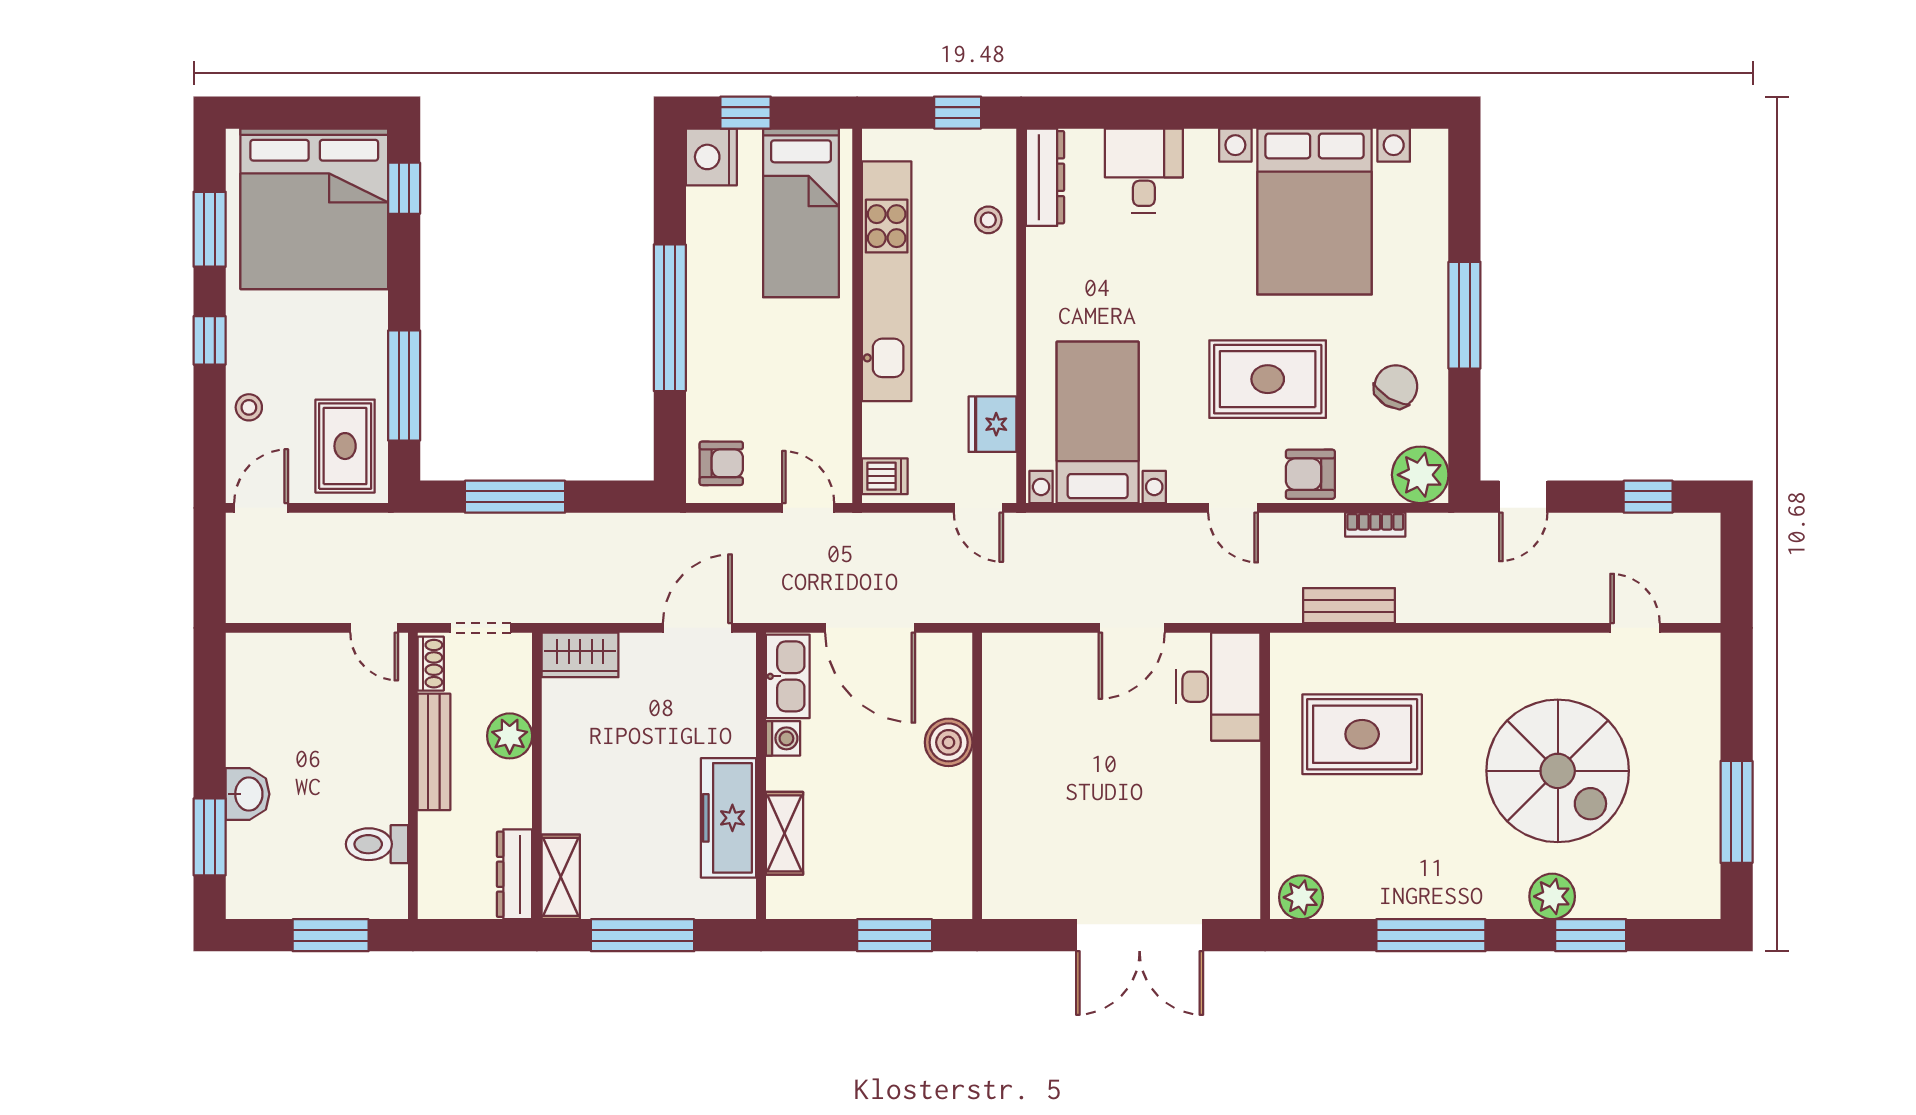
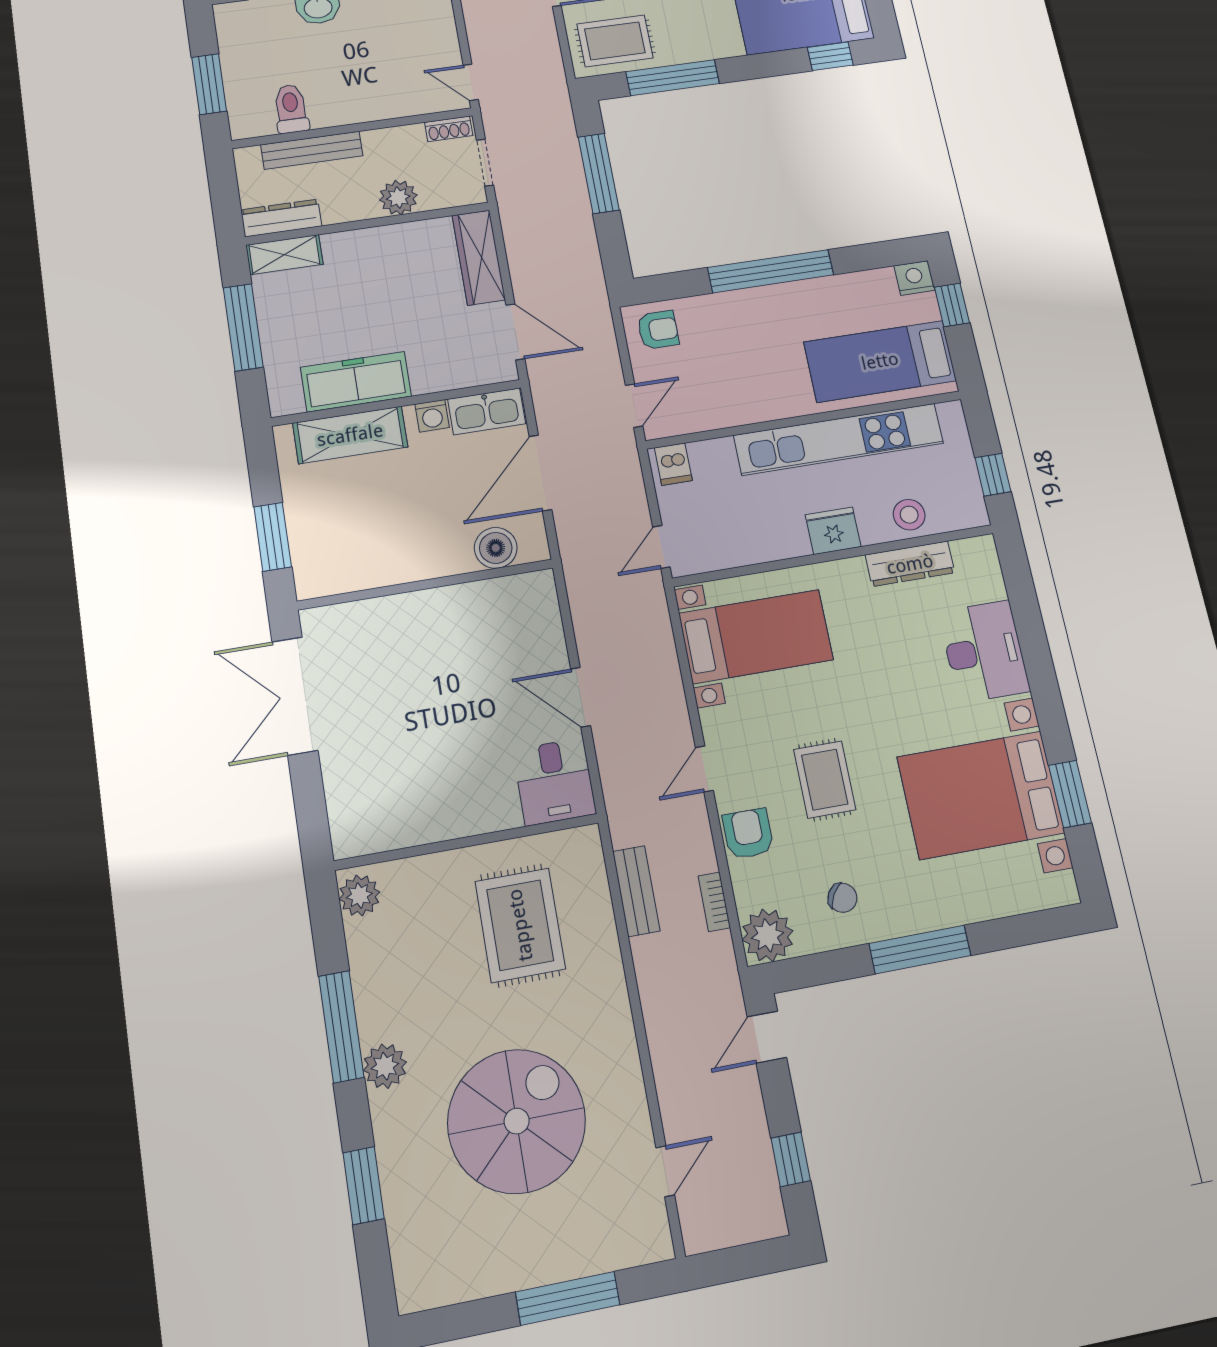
window: (1331, 113) -> (1070, 794), added
nightstand: (711, 157) -> (914, 278), width x0.74, depth x0.75
desk: (1144, 171) -> (984, 652), width x1.37
dresser: (1045, 177) -> (910, 564), moved
stool: (988, 220) -> (909, 515), width x1.37, depth x1.37
rug: (1268, 379) -> (825, 780), width x0.73, depth x0.70
chair: (1396, 387) -> (842, 898), width x0.73, depth x0.73
fridge: (992, 424) -> (833, 531), moved
armchair: (721, 463) -> (658, 330), turned -90
door: (1523, 497) -> (767, 1037), hinge flipped
door: (374, 628) -> (471, 82), hinge flipped
wardrobe: (580, 655) -> (479, 258), width x1.50
desk: (1218, 687) -> (555, 782), width x0.73
boiler: (949, 742) -> (496, 548), moved
bench: (434, 752) -> (312, 150), moved
spiral stairs: (1558, 771) -> (517, 1121), turned 180
window: (1737, 812) -> (568, 1298), moved
shelving: (784, 833) -> (350, 435), width x1.50, depth x1.33
plant: (1552, 896) -> (385, 1066), moved
double door: (1140, 935) -> (295, 696), moved

